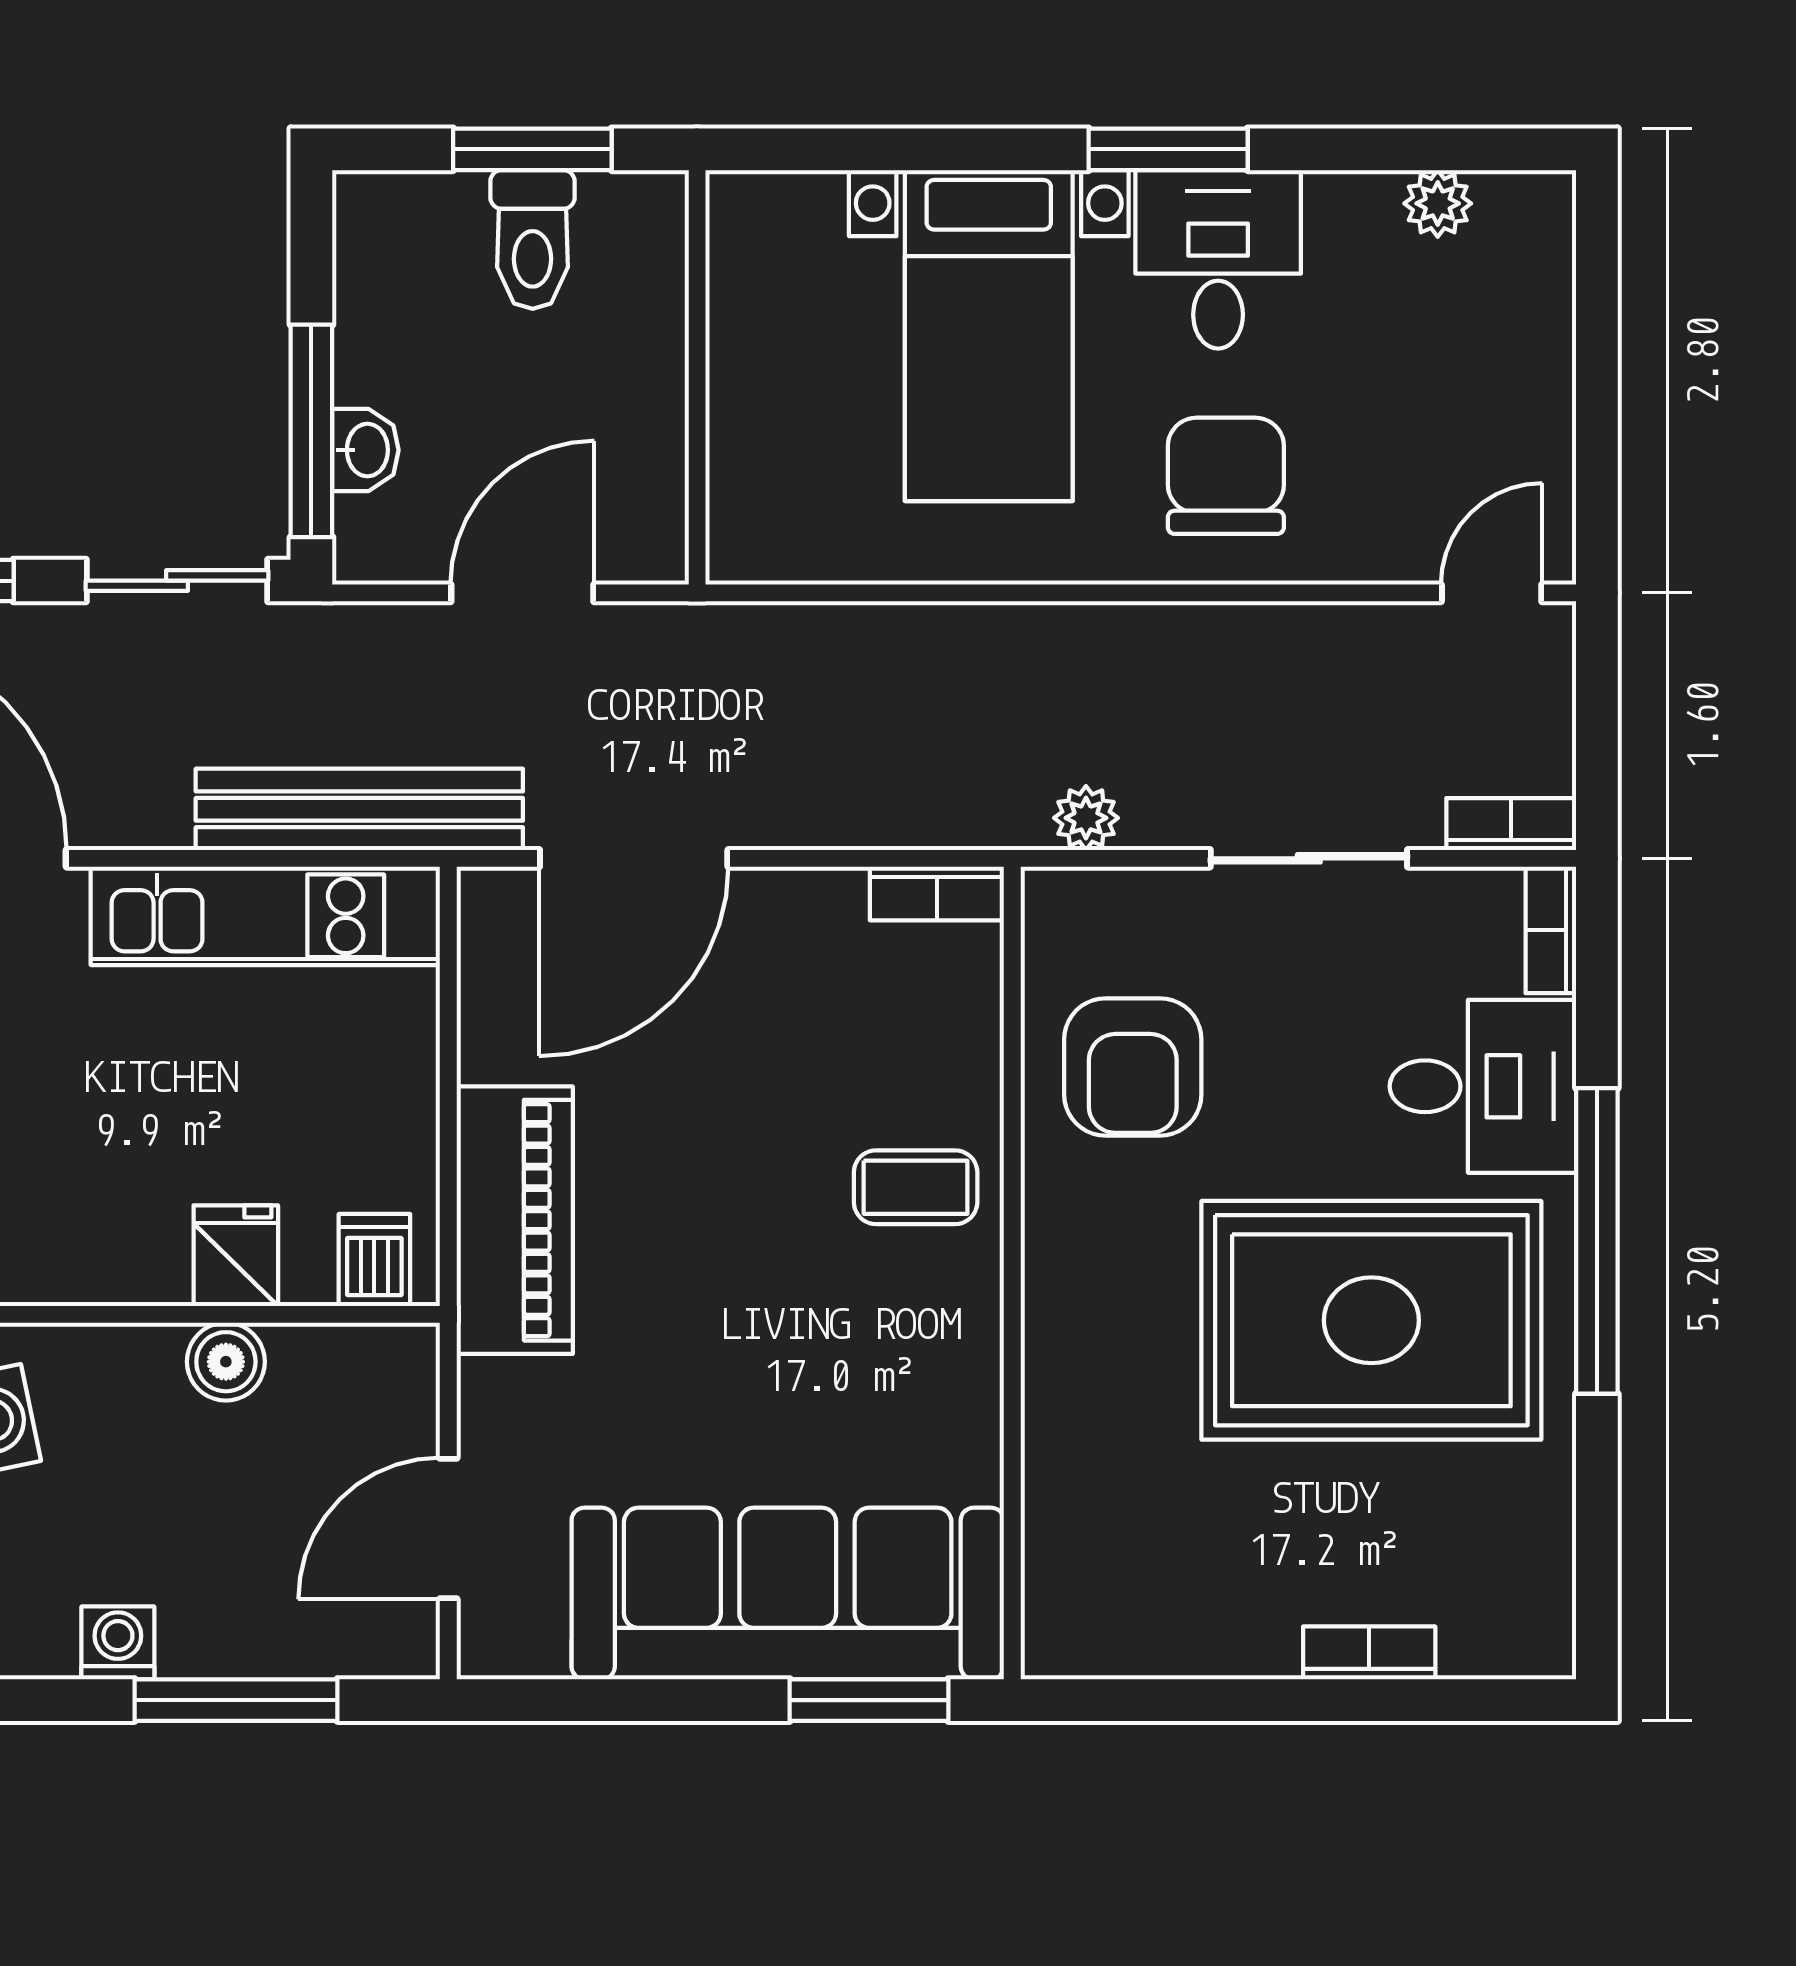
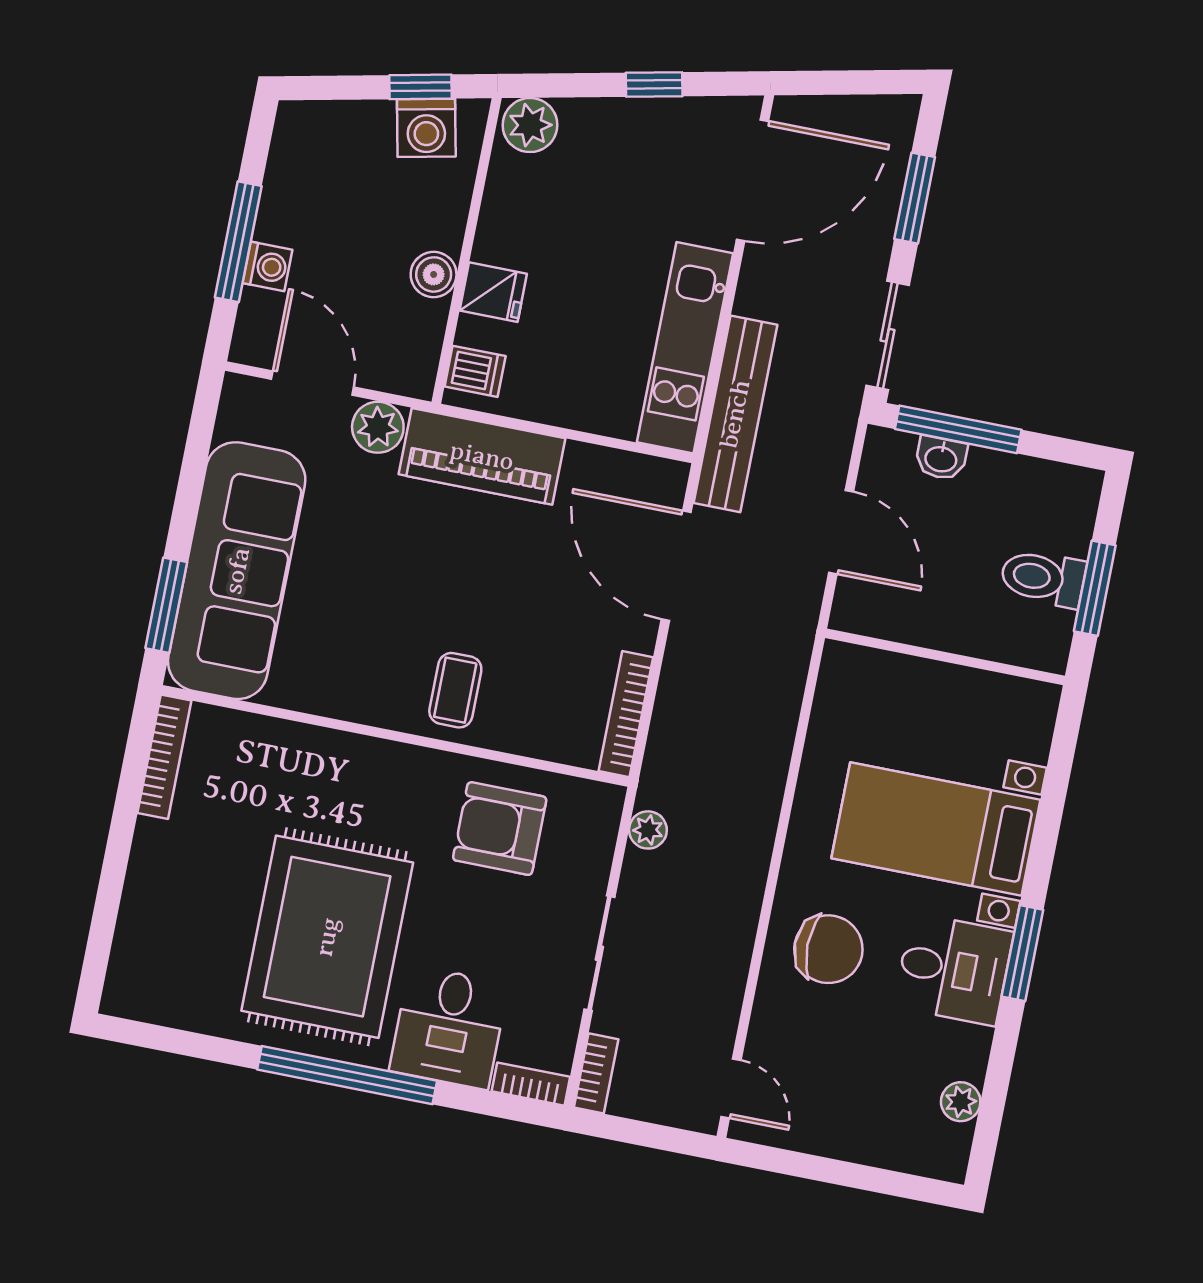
bookcase: (937, 893) -> (626, 714), width x1.56
plant: (500, 1404) -> (378, 427), added
washing machine: (118, 1643) -> (267, 266), moved
bookcase: (1369, 1653) -> (164, 757), moved, width x1.56

